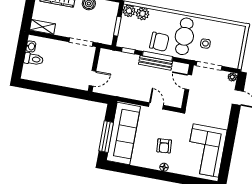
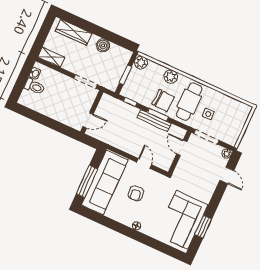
plant: (143, 14) -> (171, 77), moved
window: (157, 56) -> (158, 115), width x0.69
armchair: (164, 146) -> (136, 193), moved
window: (228, 152) -> (203, 227), added

